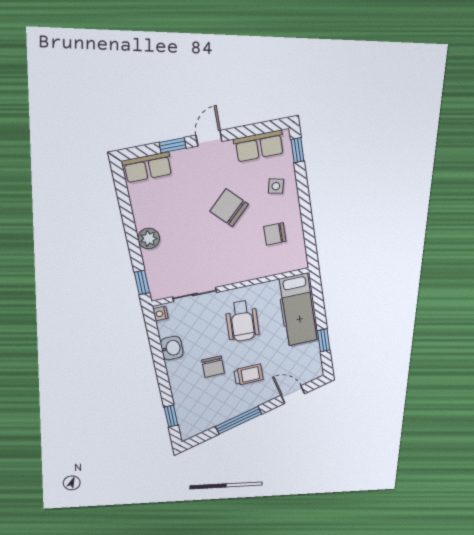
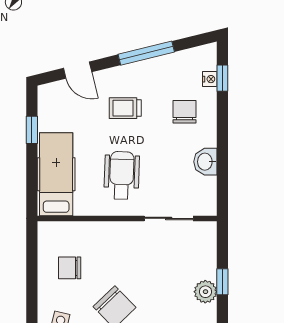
chair: (275, 234) -> (70, 268), turned 180
window: (142, 282) -> (222, 282), moved
nightstand: (160, 314) -> (210, 79), moved
chair: (213, 367) -> (185, 112), moved

